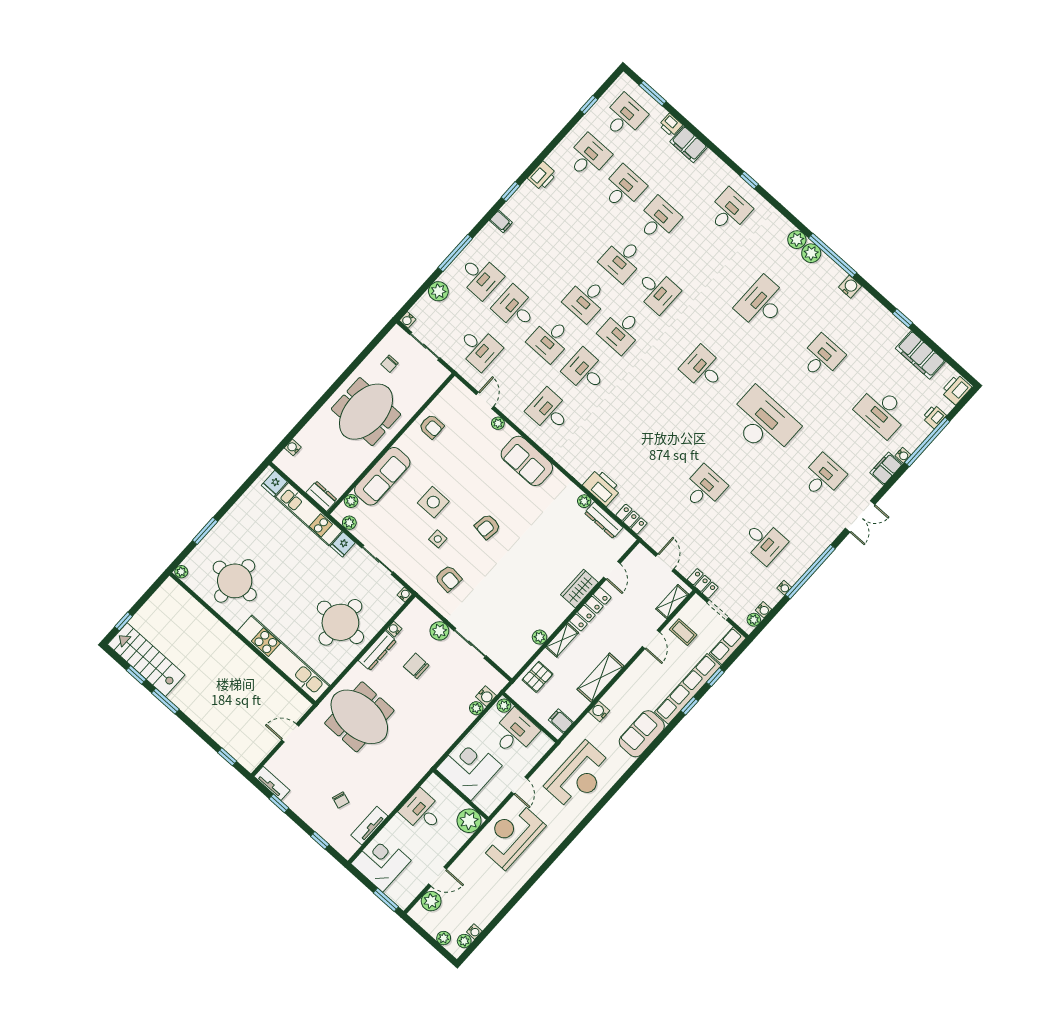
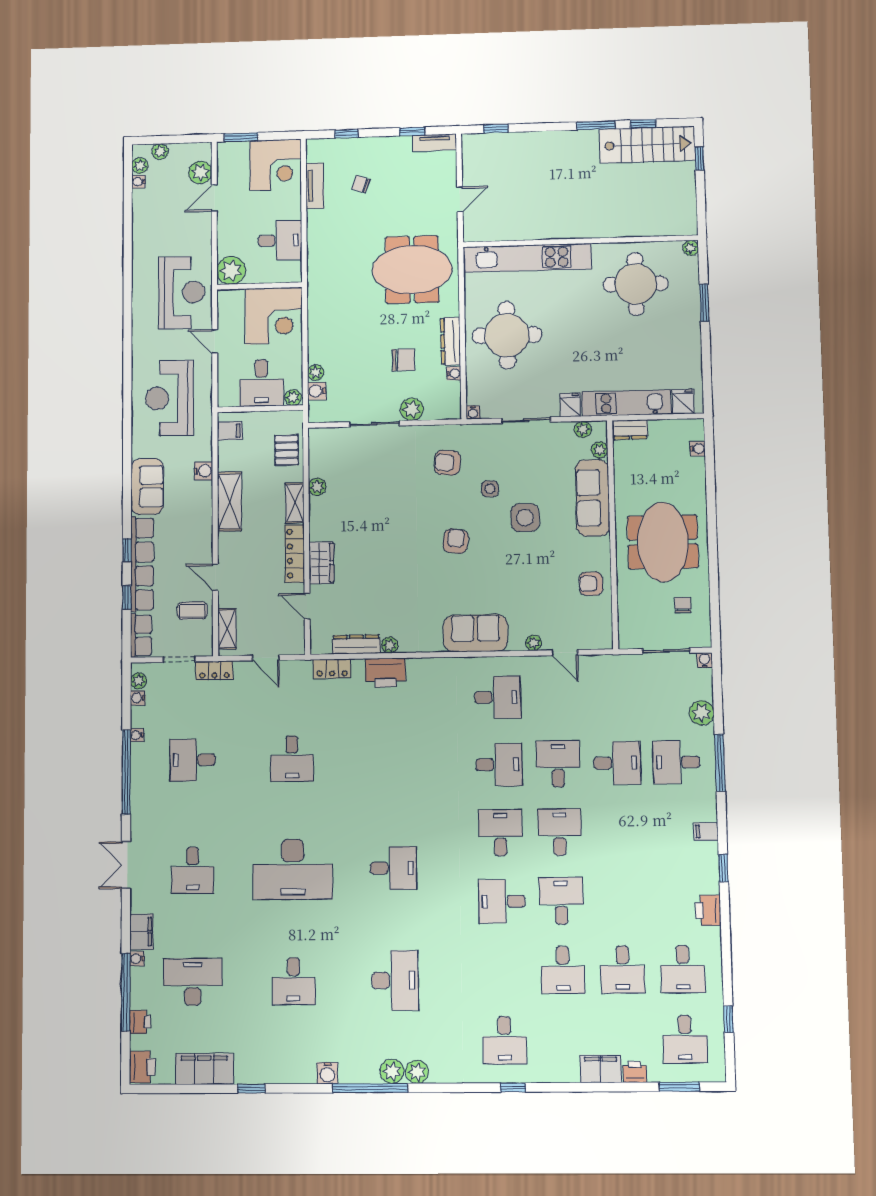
desk: (479, 348) -> (615, 695), removed

